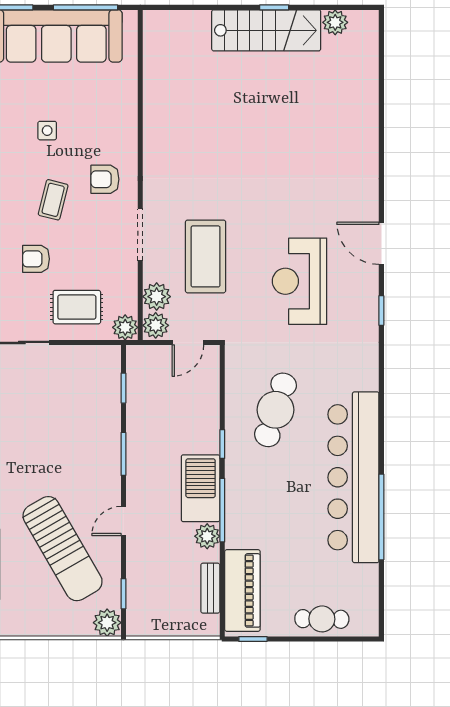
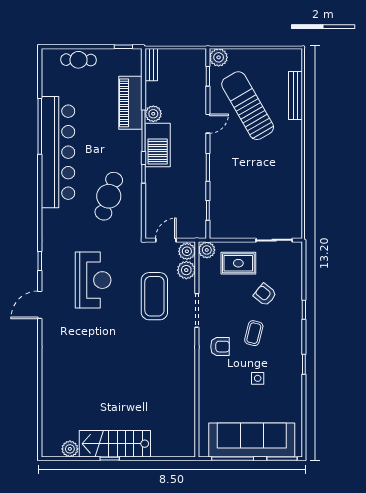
door: (381, 243) -> (40, 305), swing flipped
armchair: (36, 259) -> (265, 295), turned -141
bench: (210, 588) -> (151, 65), moved
piano: (242, 590) -> (130, 103), moved

